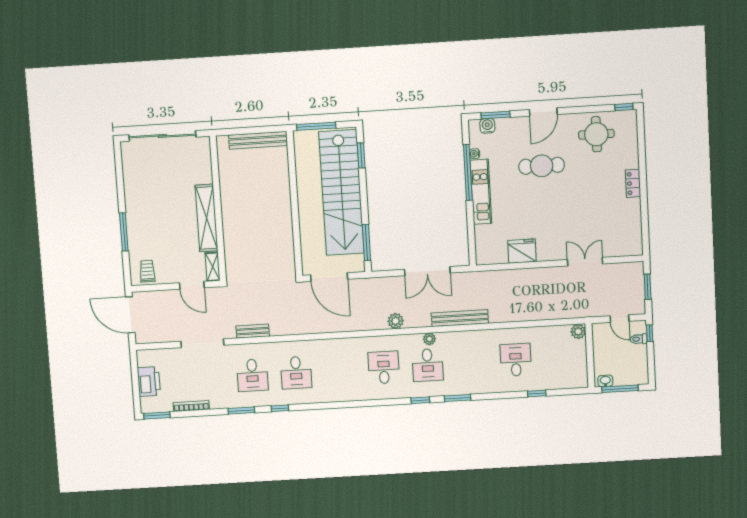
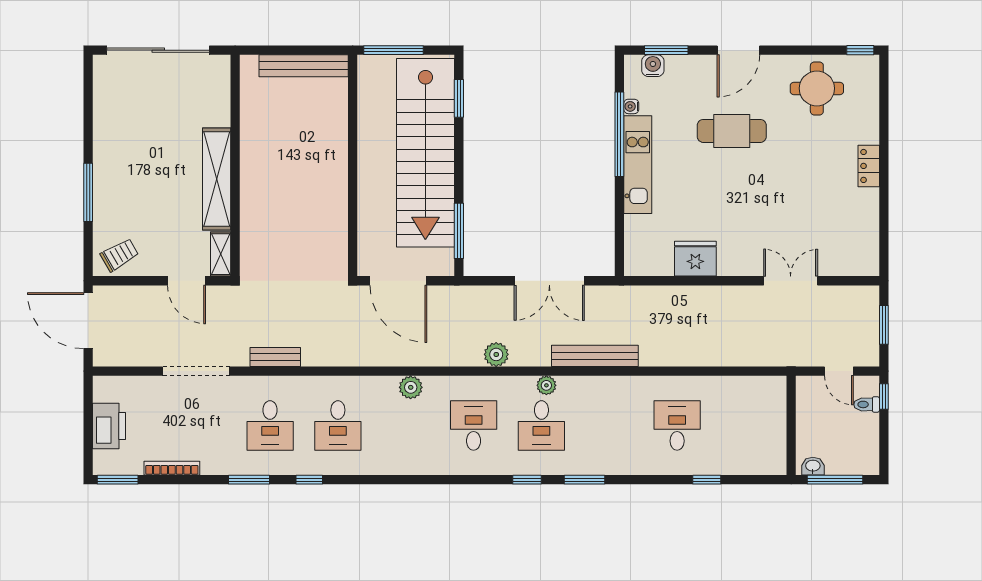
trolley: (147, 271) -> (119, 255), turned 60
plant: (578, 331) -> (411, 387), moved

